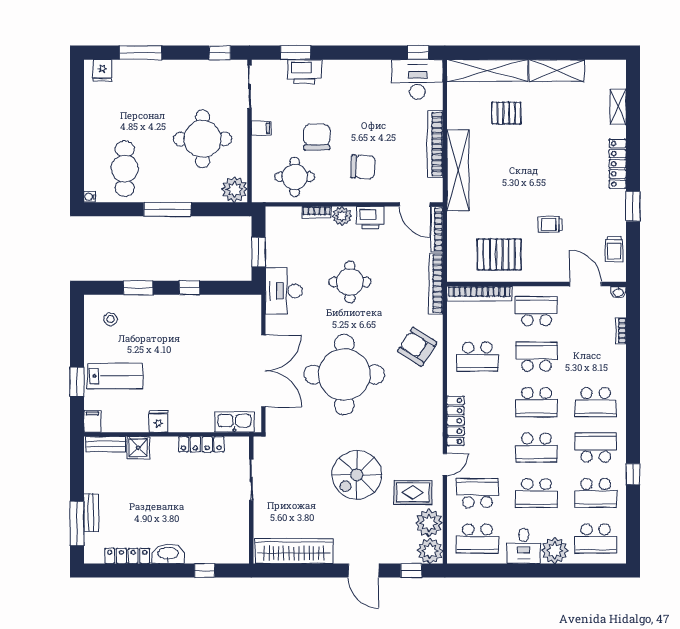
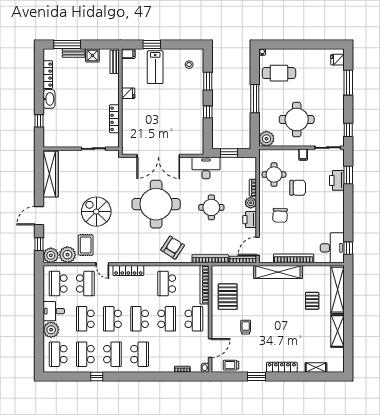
school desk: (596, 402) -> (140, 354), turned 180
kitchen sink: (234, 422) -> (128, 139), removed
shower: (138, 448) -> (92, 55), moved

